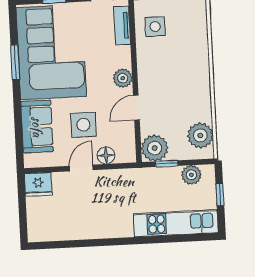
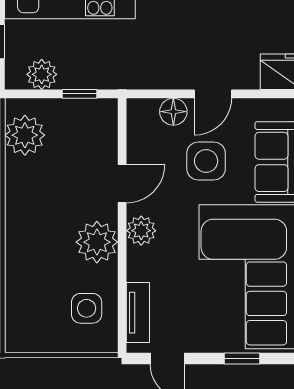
plant: (155, 148) -> (97, 242), moved

